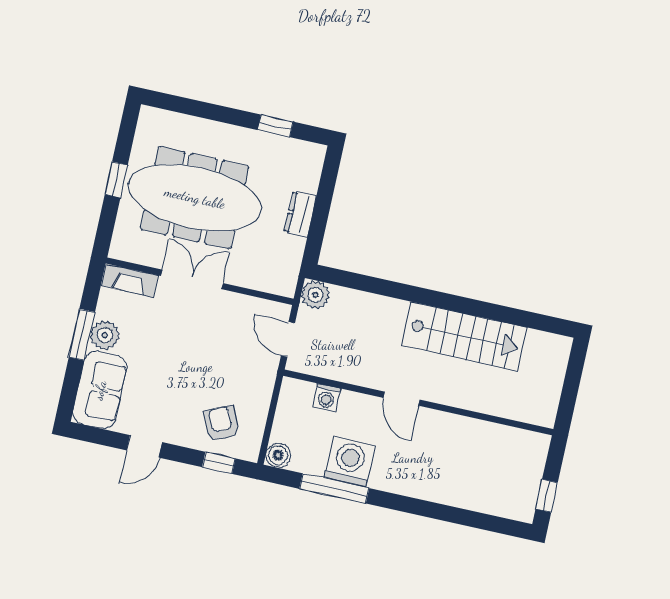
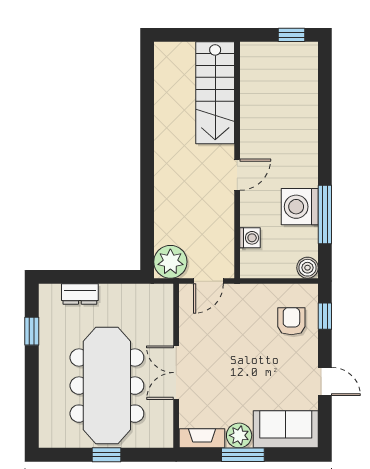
dresser: (300, 214) -> (80, 294), moved
fireplace: (130, 280) -> (202, 438), moved, turned -90
plant: (315, 295) -> (170, 262), width x1.36, depth x1.36
stairs: (464, 336) -> (215, 93), moved, turned 180
armchair: (221, 423) -> (291, 321), turned 115

